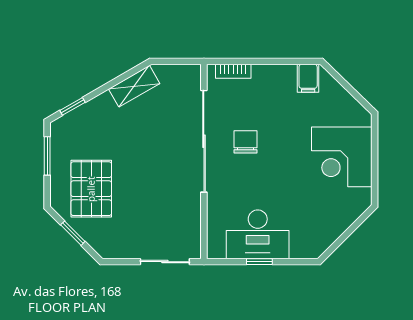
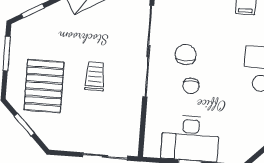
trolley: (147, 174) -> (95, 76), added
chair: (254, 176) -> (191, 86), added

